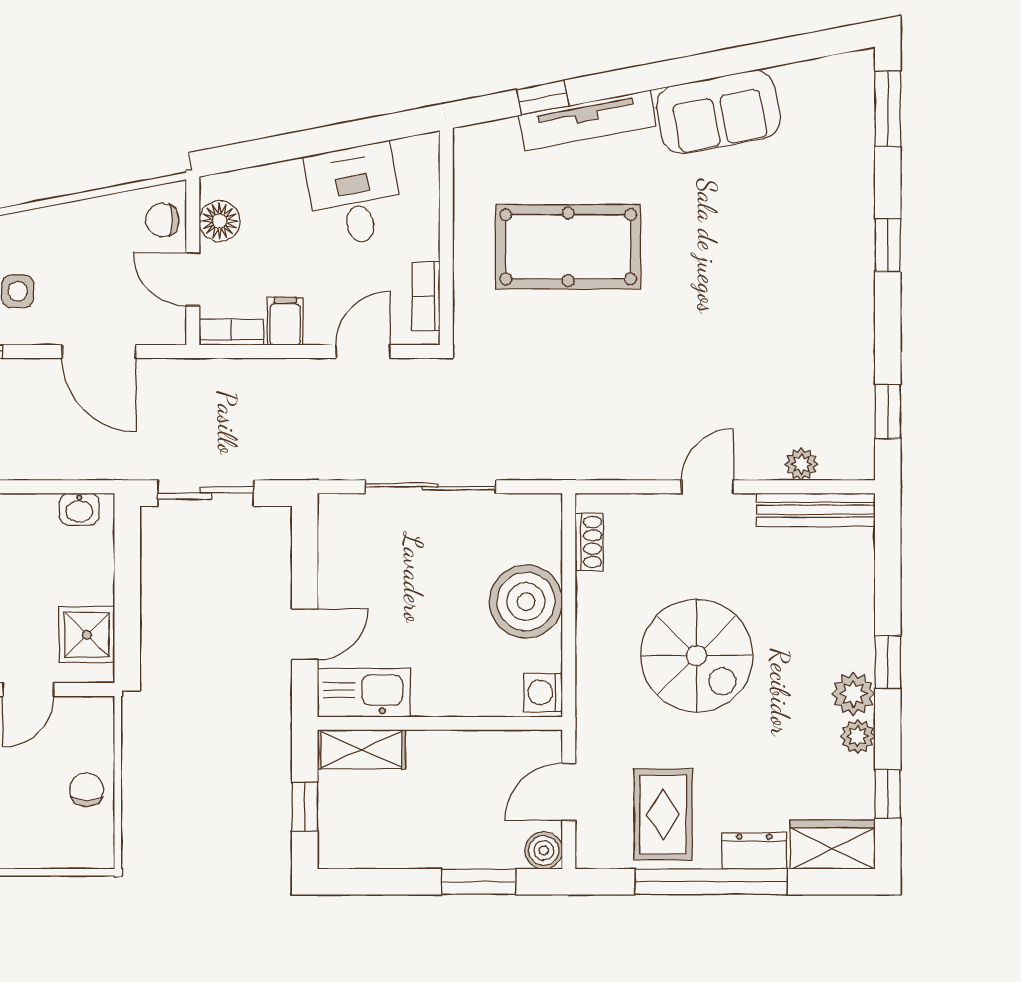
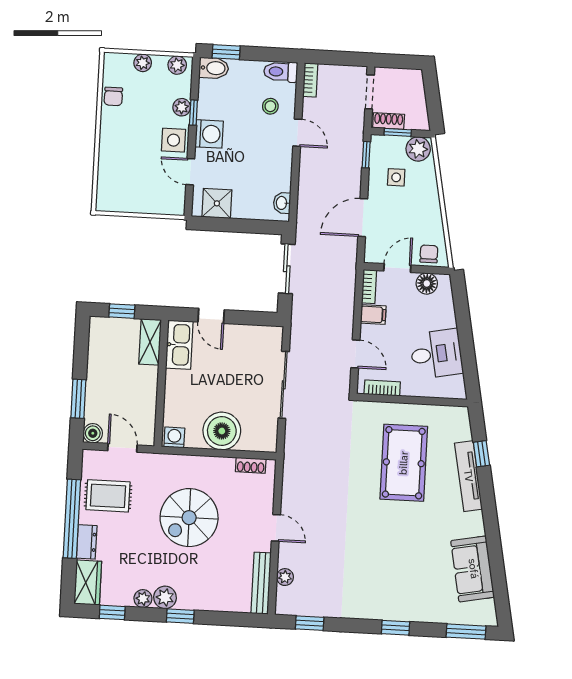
sofa: (718, 112) -> (473, 569), moved
chair: (87, 790) -> (137, 199), removed

